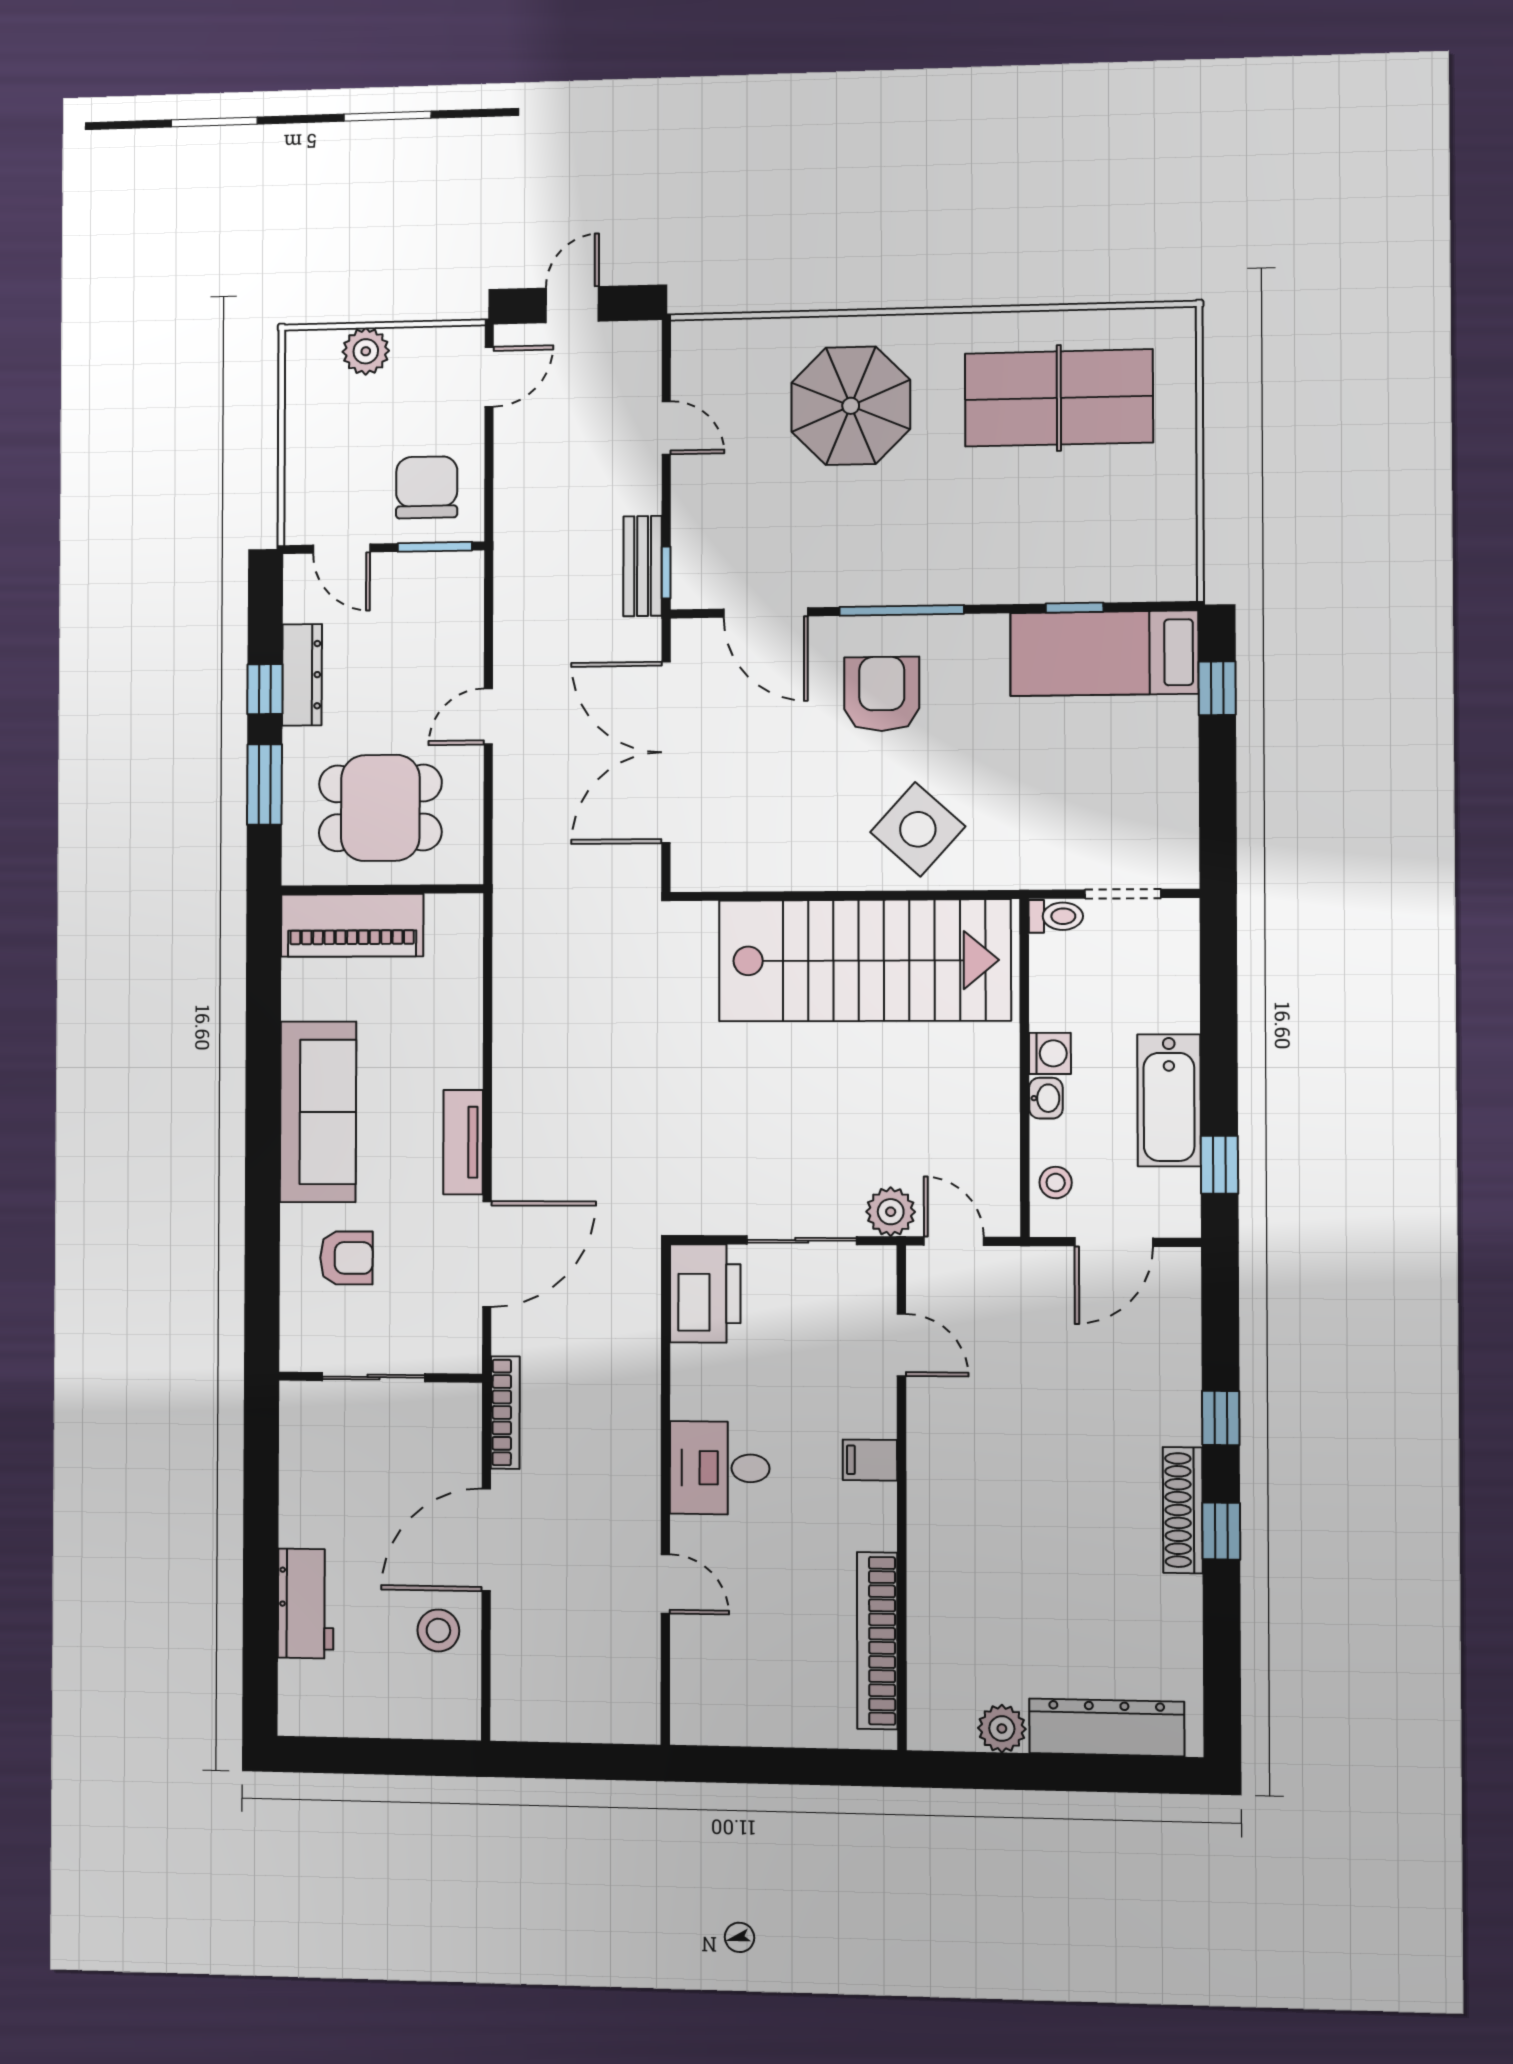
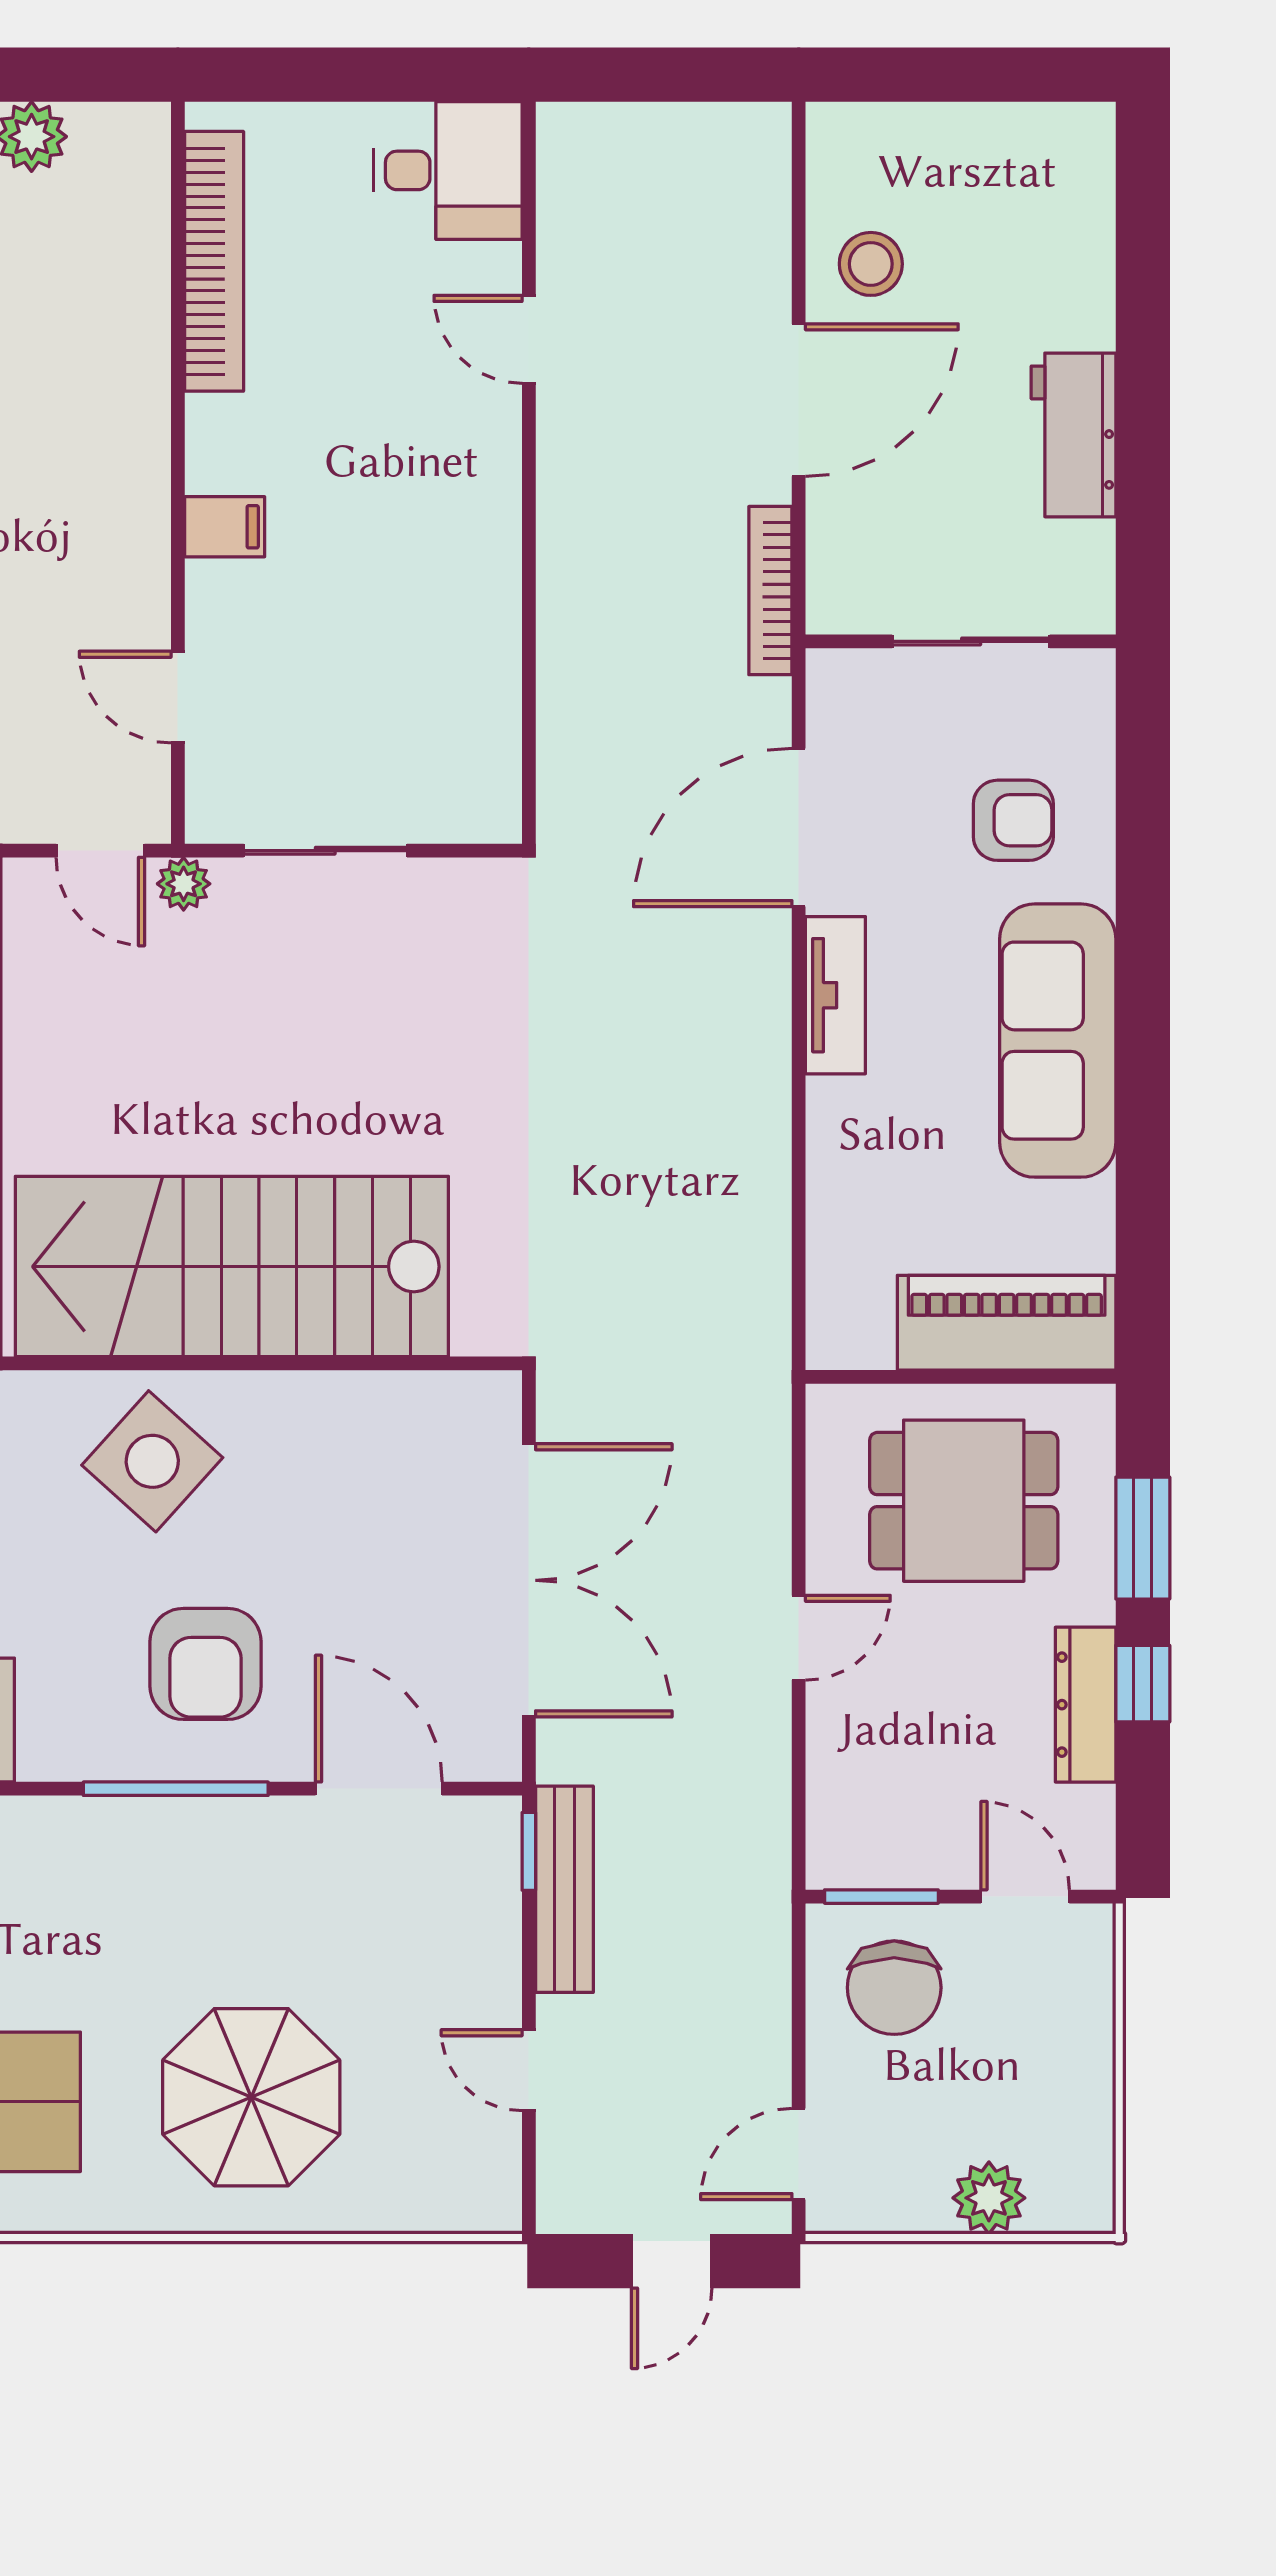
bench: (643, 566) -> (564, 1889), width x1.36
plant: (891, 1212) -> (184, 884), width x0.73, depth x0.73
armchair: (346, 1258) -> (1013, 820), turned 180
printer: (705, 1293) -> (469, 771), removed
desk: (720, 1468) -> (448, 170), moved
workbench: (306, 1603) -> (1074, 435), moved

